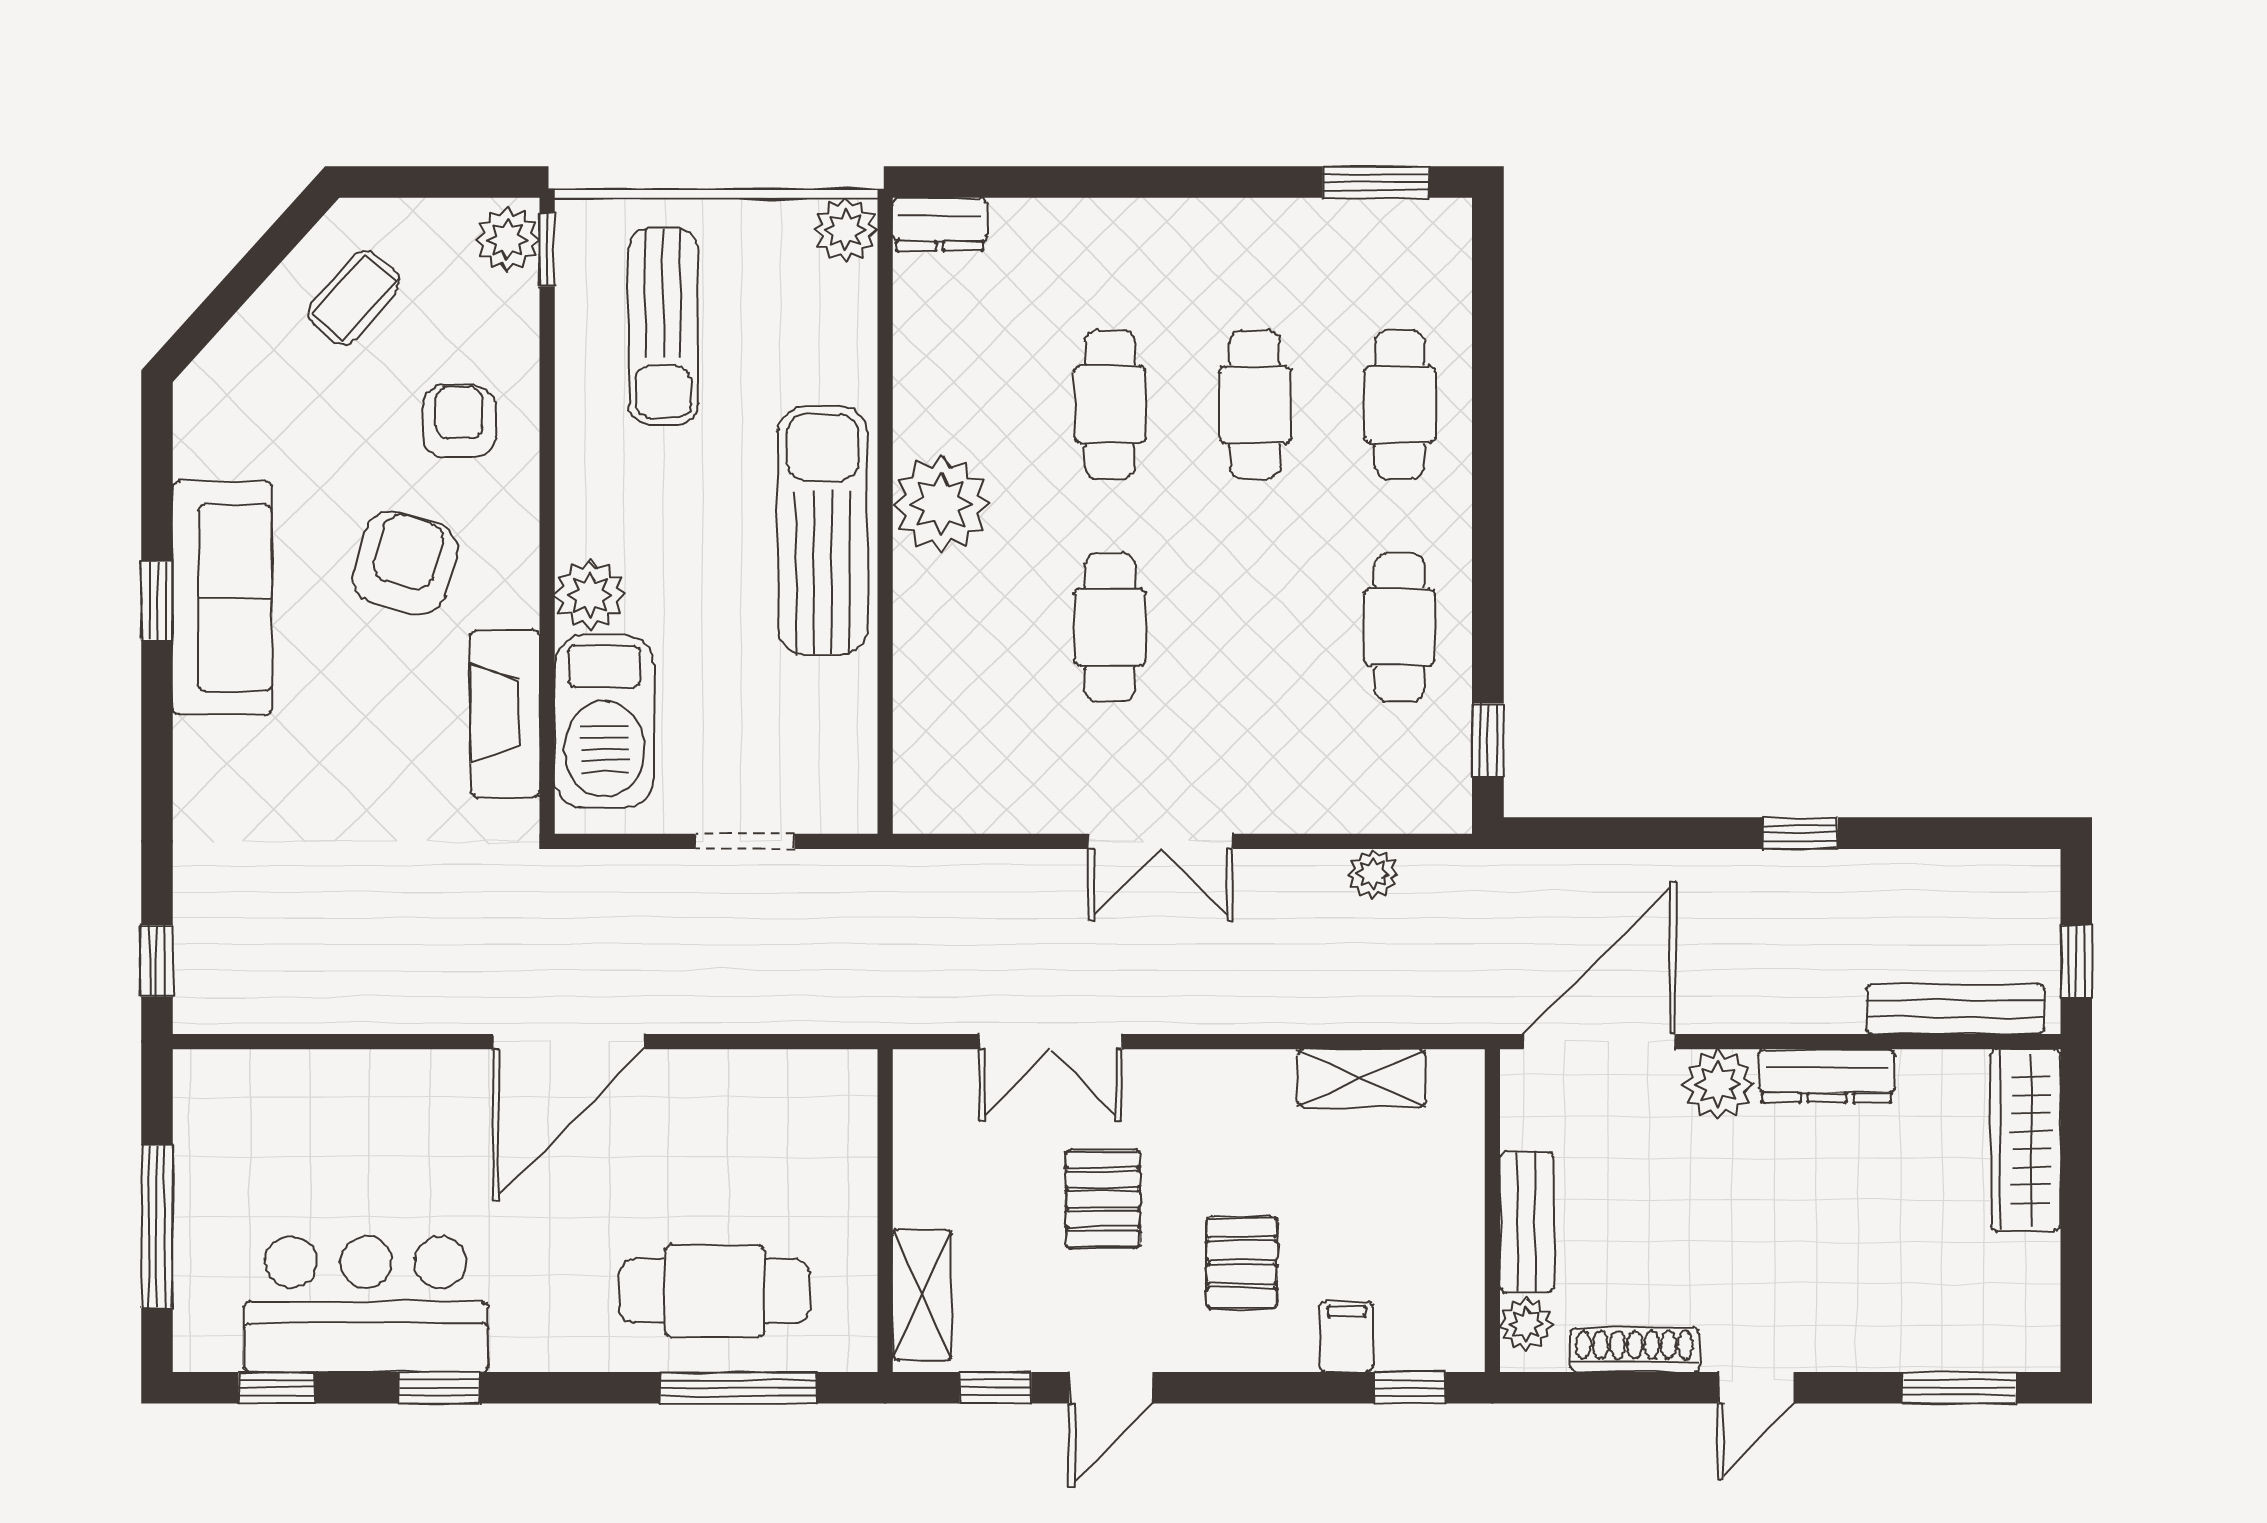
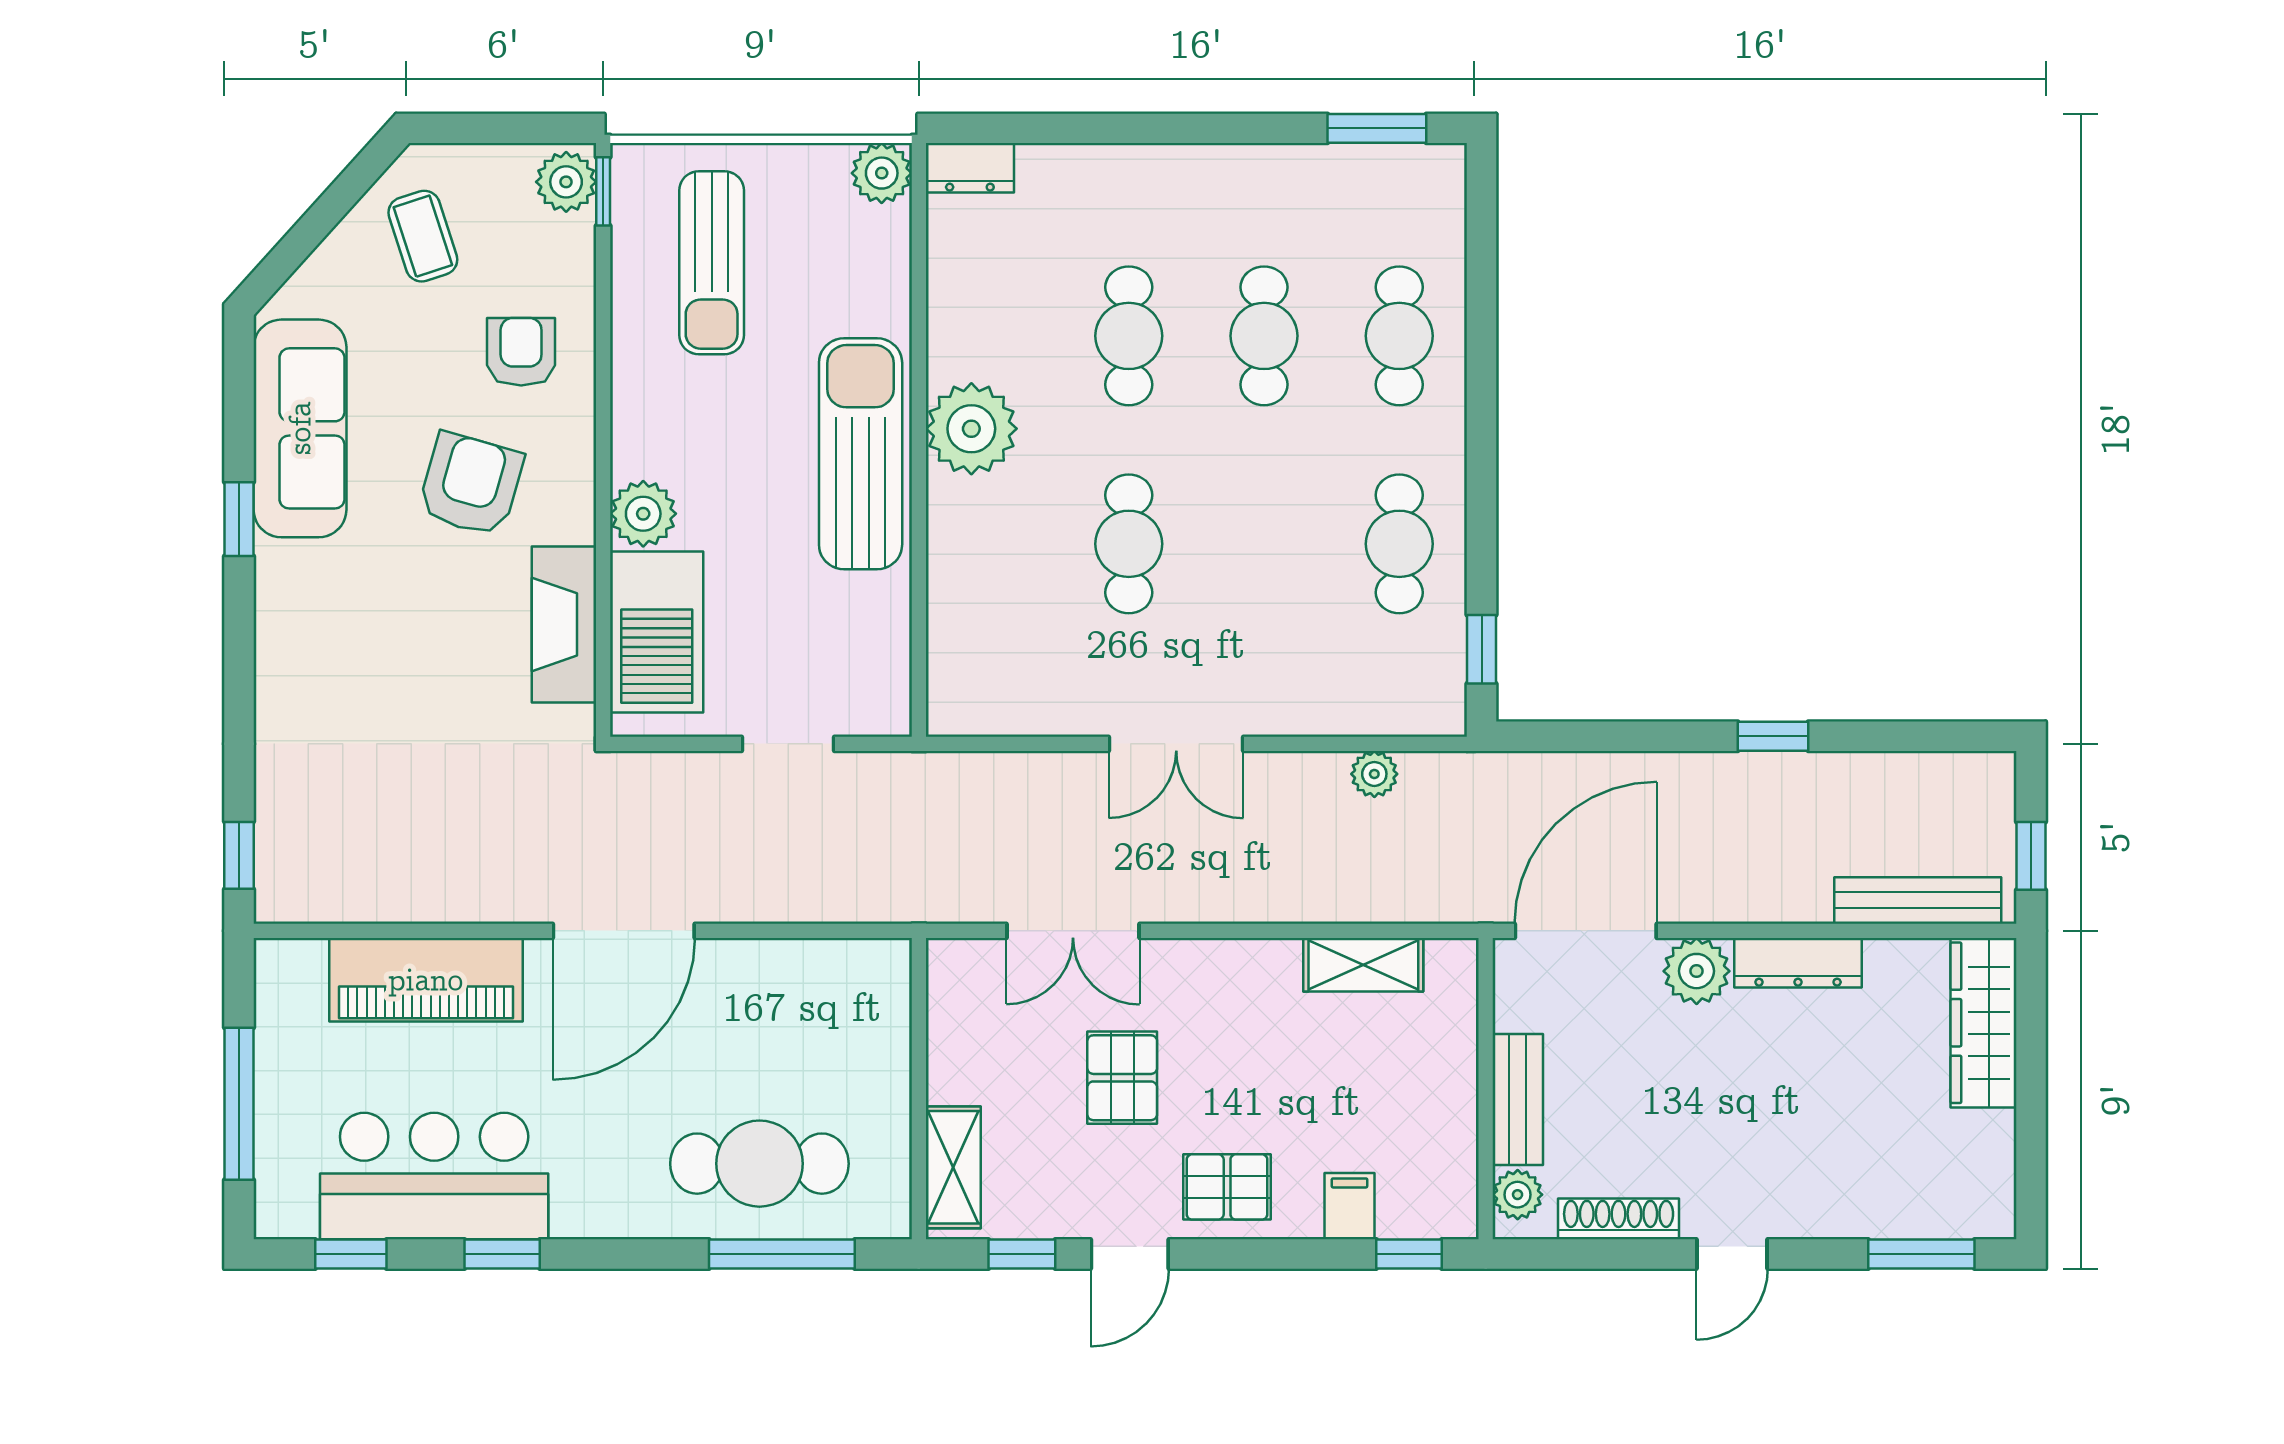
coffee table: (354, 297) -> (423, 236), turned -59
sofa: (222, 598) -> (300, 428), moved
piano: (357, 1094) -> (426, 980), added
pallet: (1242, 1262) -> (1227, 1187), moved, turned 90

